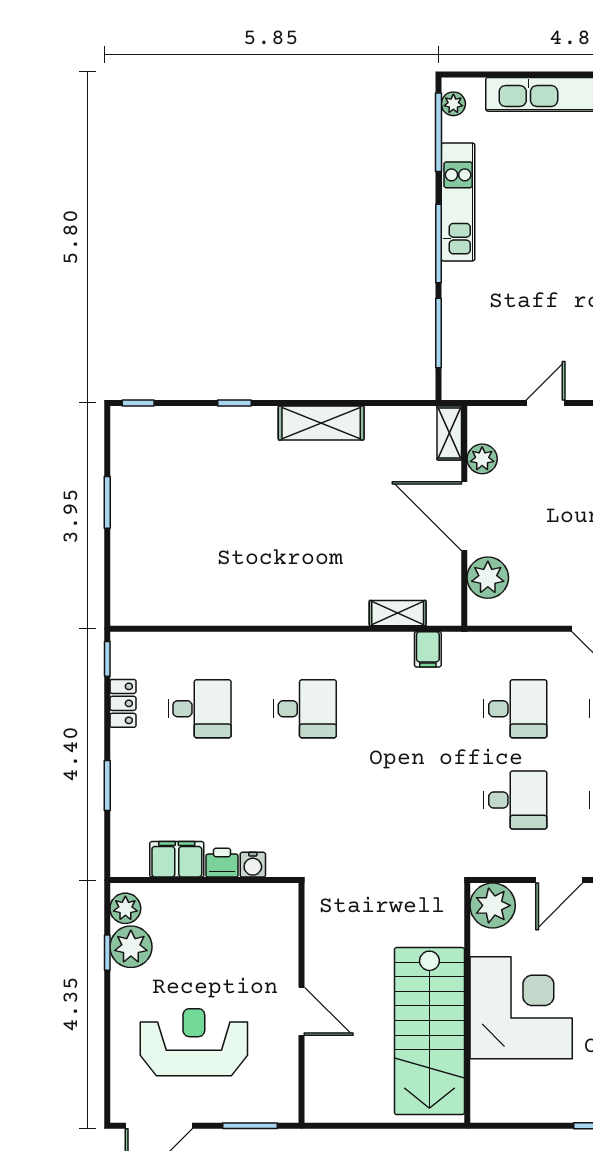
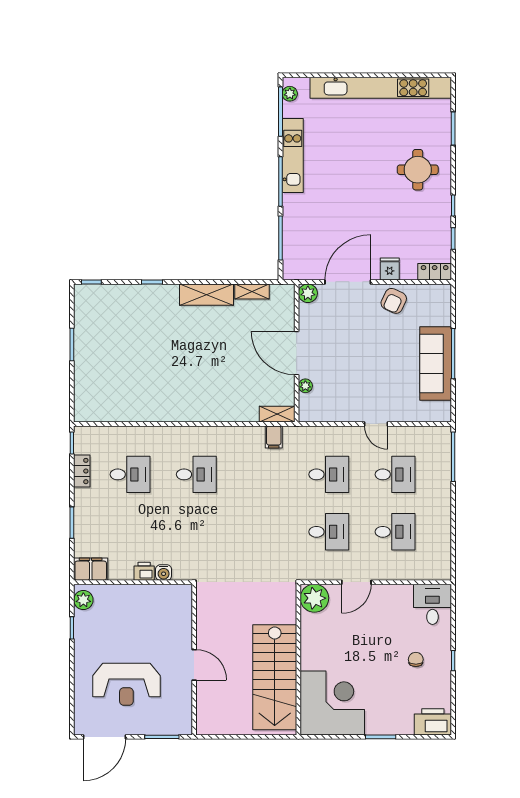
door: (546, 403) -> (348, 282), width x1.87
shelving: (449, 433) -> (252, 291), moved, turned 90
plant: (482, 459) -> (308, 293), moved
plant: (488, 578) -> (305, 386), width x0.53, depth x0.53
shelving: (398, 613) -> (277, 414), moved
filing cabinet: (177, 859) -> (91, 569), moved
plant: (131, 947) -> (87, 624), removed
corner desk: (521, 1008) -> (332, 703), moved
reception desk: (194, 1042) -> (126, 684), turned 180

